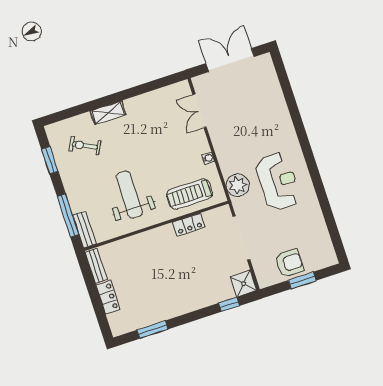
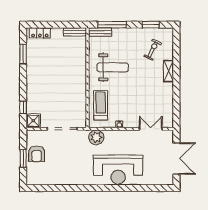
reception desk: (278, 181) -> (118, 170), moved, width x1.36, depth x1.30
locker: (189, 225) -> (82, 99), removed
locker: (108, 297) -> (40, 33), moved

